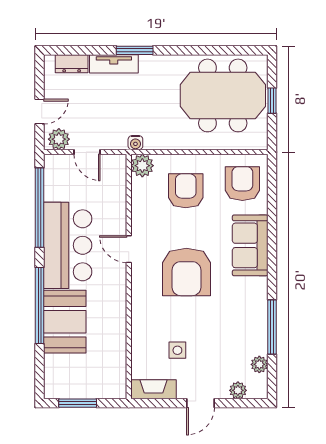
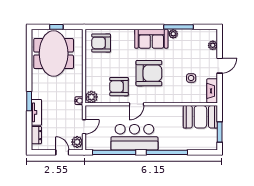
armchair: (186, 191) -> (119, 87), moved
sofa: (250, 245) -> (151, 39), moved
booth: (65, 322) -> (200, 117), moved
plant: (259, 364) -> (173, 34), moved
door: (200, 403) -> (220, 66), hinge flipped

